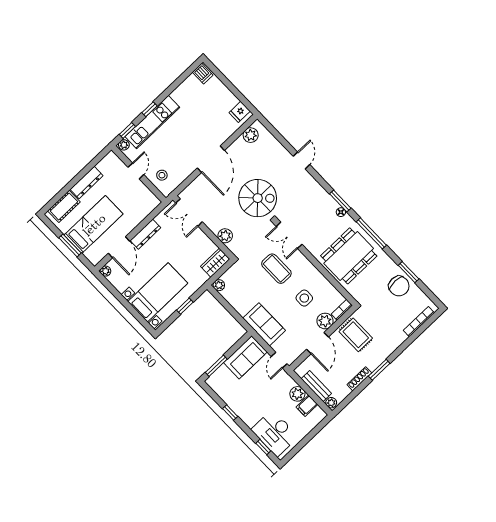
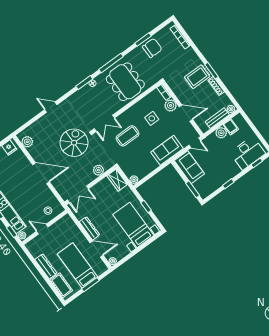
rug: (356, 335) -> (197, 77), moved

